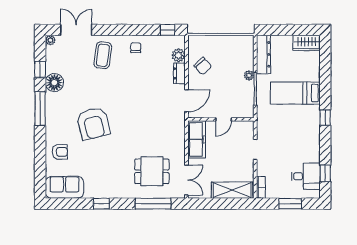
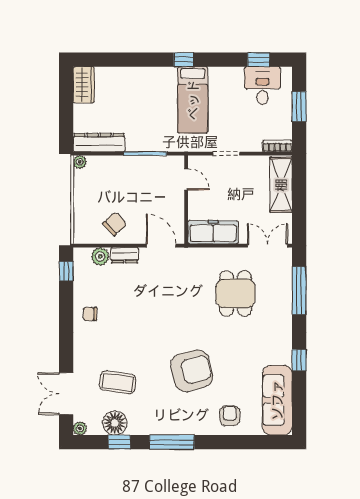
coffee table: (103, 55) -> (118, 382), moved
plant: (249, 75) -> (80, 162), moved
floor lamp: (54, 83) -> (115, 423), moved
bed: (295, 93) -> (193, 100), moved
door: (224, 119) -> (186, 179), moved
dining table: (152, 171) -> (235, 293), moved
sofa: (64, 187) -> (277, 400), width x1.36

